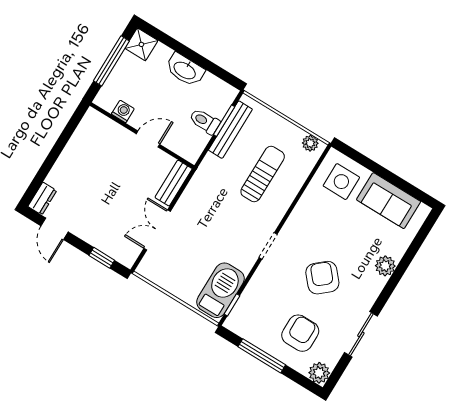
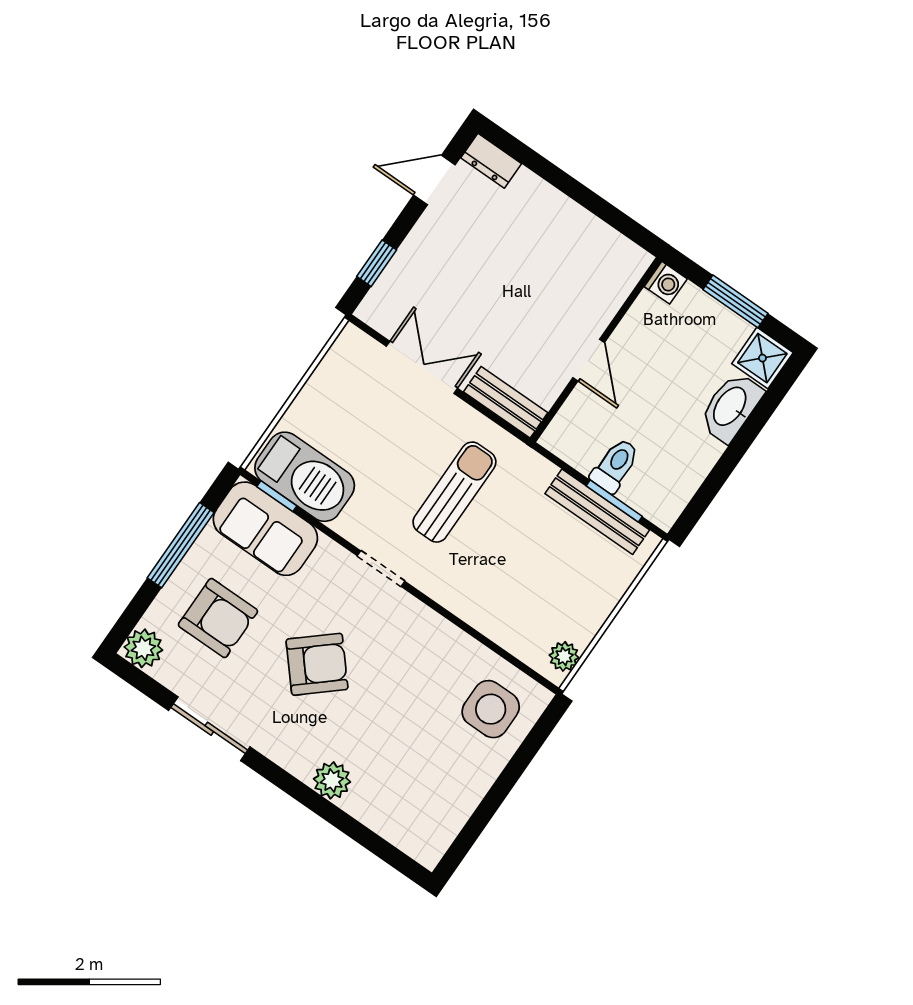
window: (111, 61) -> (735, 301), width x0.69
washbasin: (185, 70) -> (731, 407), moved
washing machine: (123, 111) -> (666, 283), moved
sun lounger: (263, 174) -> (454, 492), moved, turned -90
sofa: (389, 201) -> (265, 529), moved, turned -90

